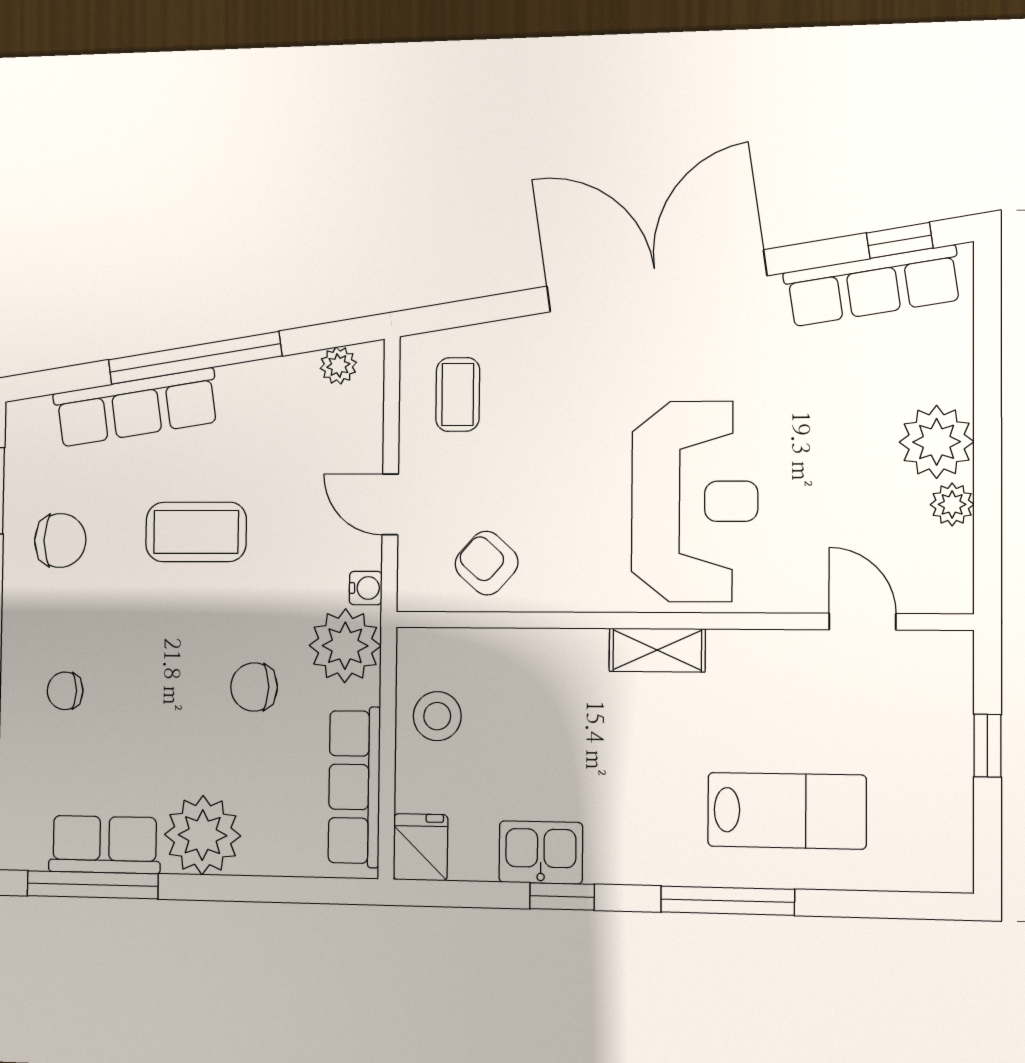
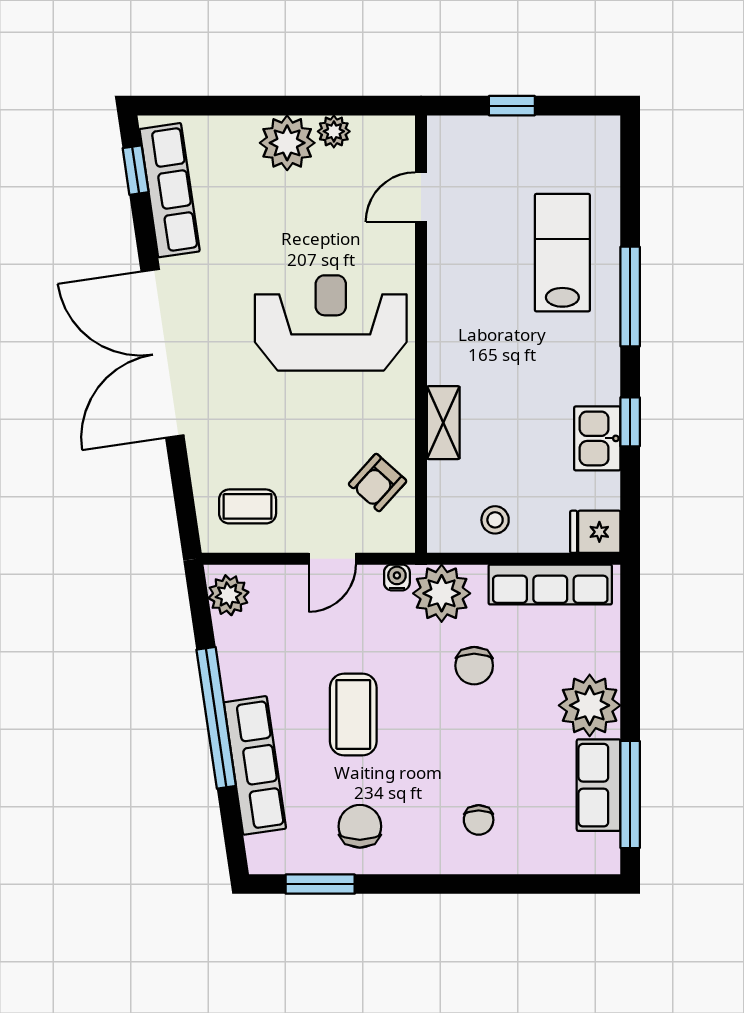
plant: (338, 365) -> (228, 595), width x1.38, depth x1.38
shelving: (657, 650) -> (443, 423), moved
stool: (437, 716) -> (495, 520), width x0.73, depth x0.73

